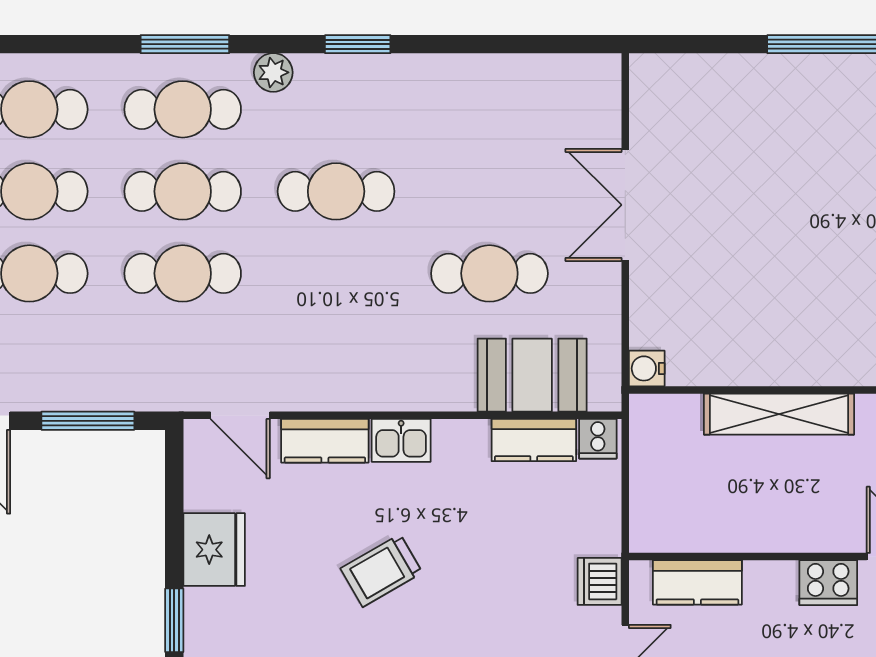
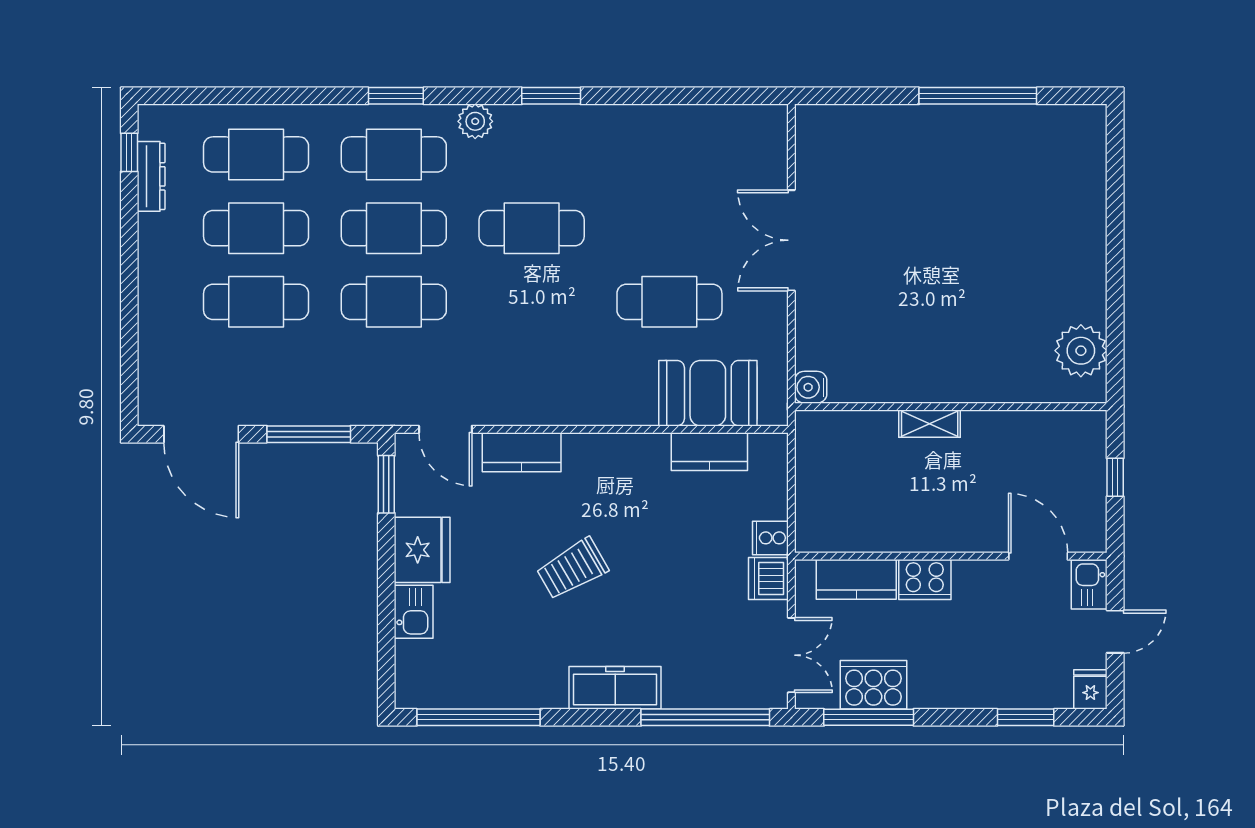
window: (185, 44) -> (396, 96), width x0.69
shelving: (779, 414) -> (930, 424), width x0.45, depth x0.75
cooker: (598, 439) -> (770, 538), moved, turned 90
kitchen sink: (401, 440) -> (414, 612), moved, turned -90
cooker: (828, 583) -> (925, 580), moved
window: (174, 620) -> (386, 484), moved

